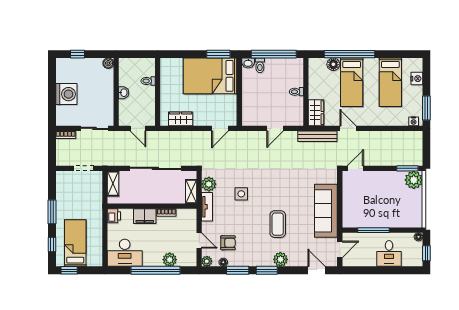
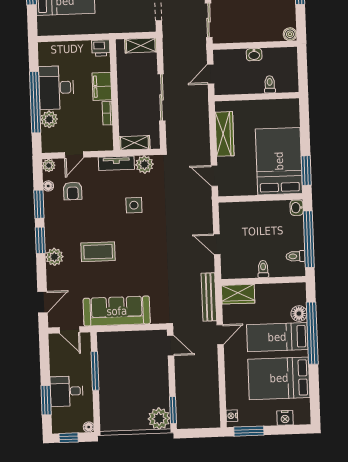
toilet: (260, 65) -> (295, 256), moved
bed: (390, 82) -> (279, 378), width x1.50
wardrobe: (181, 119) -> (224, 134), width x1.50
sliding door: (155, 168) -> (161, 97), width x0.73
desk: (125, 253) -> (56, 88), moved
window: (396, 270) -> (46, 400), added

